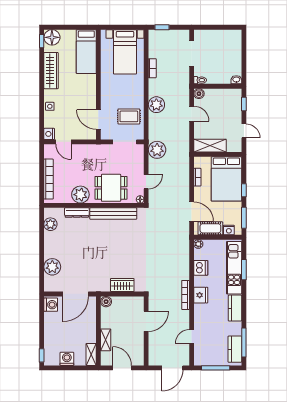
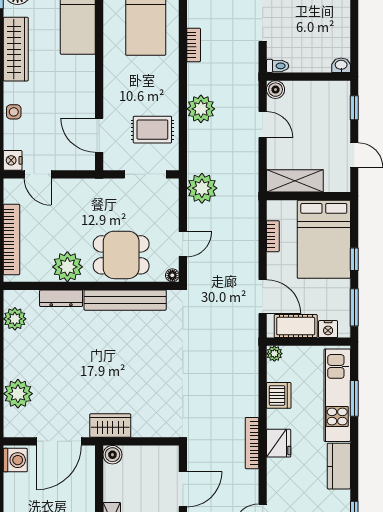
wardrobe: (122, 285) -> (110, 426), moved

